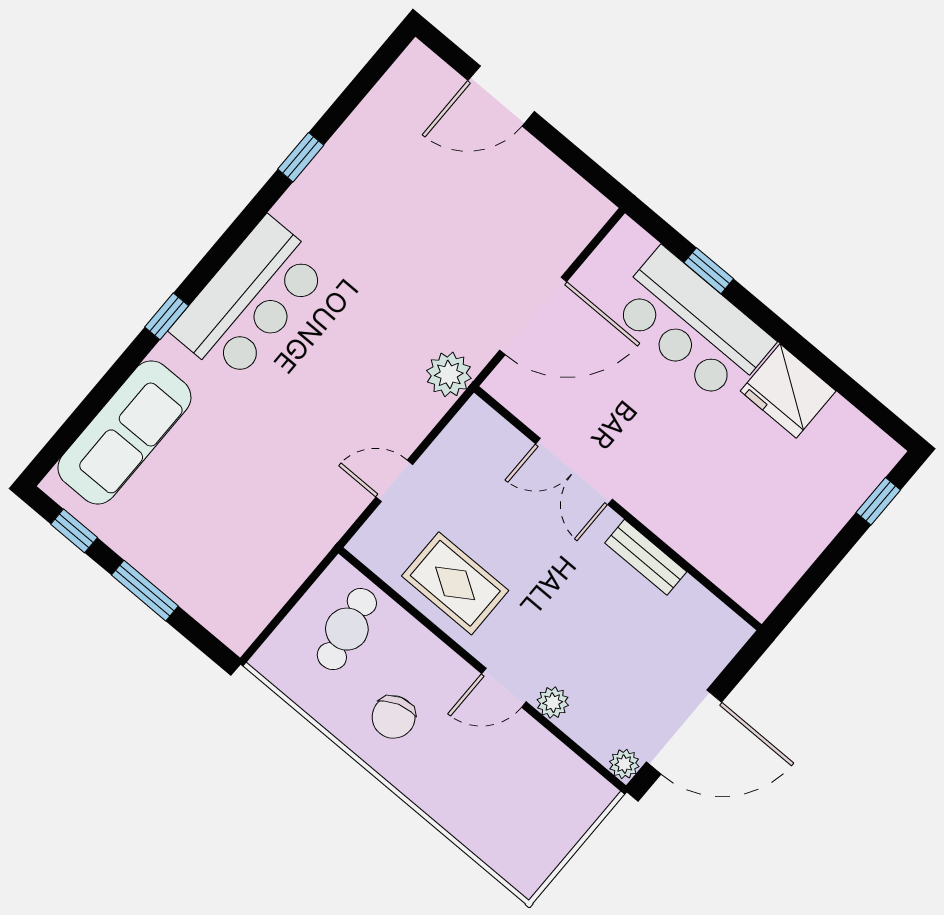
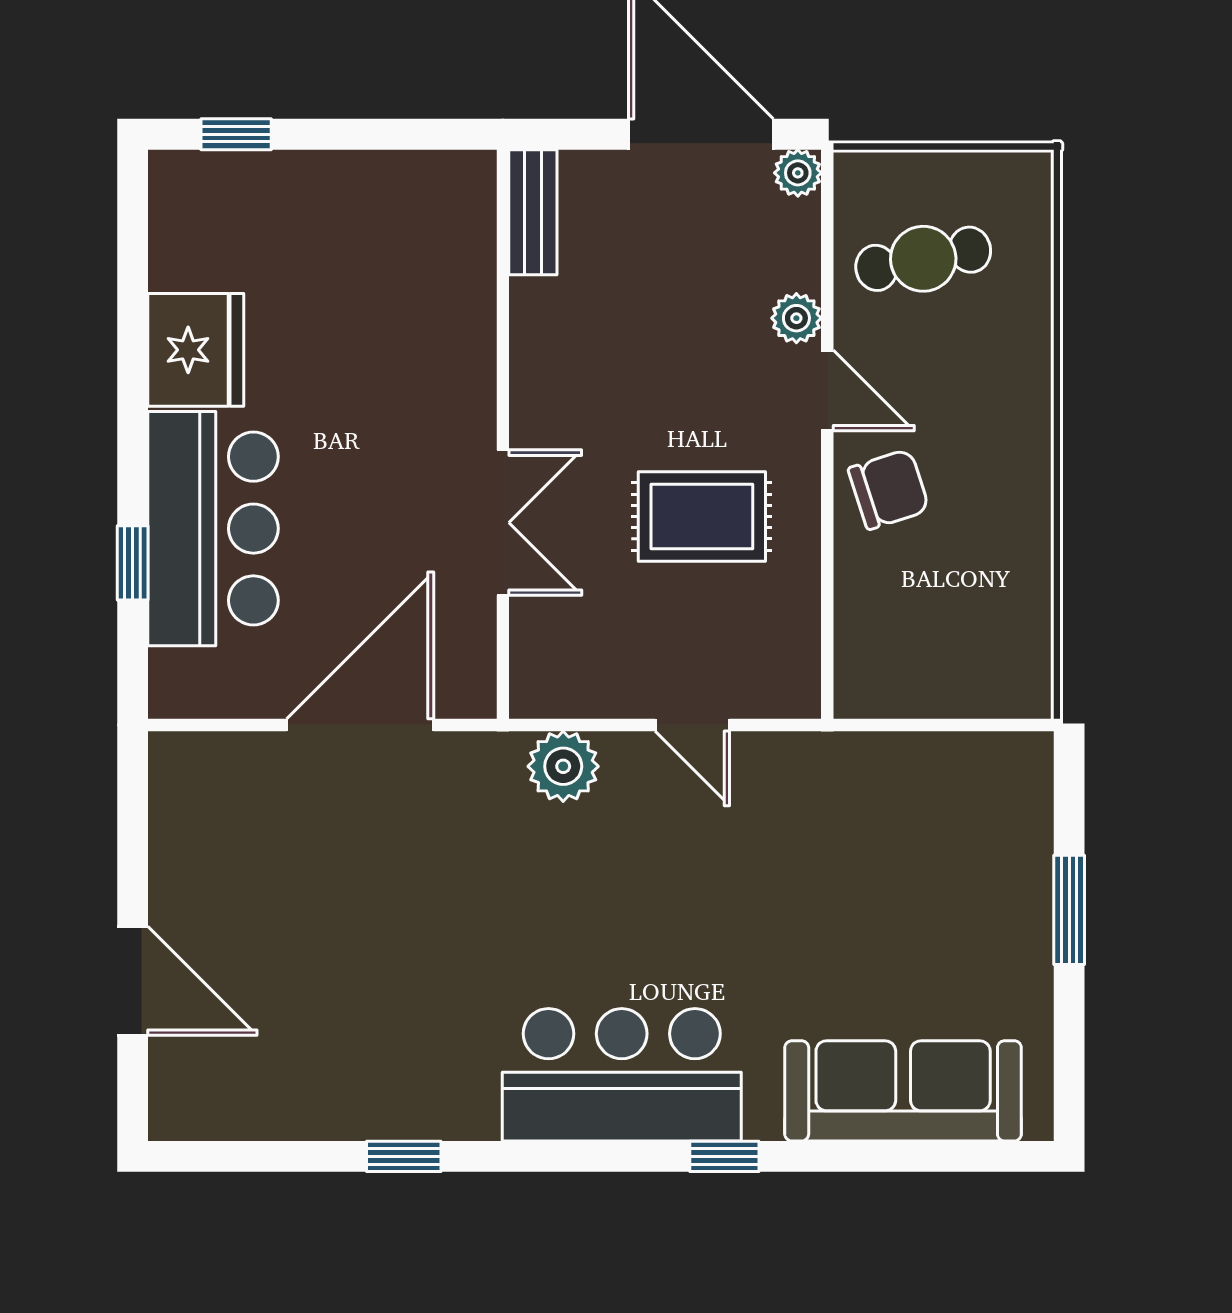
door: (533, 316) -> (360, 725), hinge flipped
plant: (449, 374) -> (563, 766), moved
window: (74, 531) -> (1069, 1053), removed
bench: (646, 557) -> (533, 212), moved
rug: (455, 583) -> (702, 516), moved, turned 90
cafe table: (347, 629) -> (923, 259), moved
chair: (394, 717) -> (889, 489), moved

